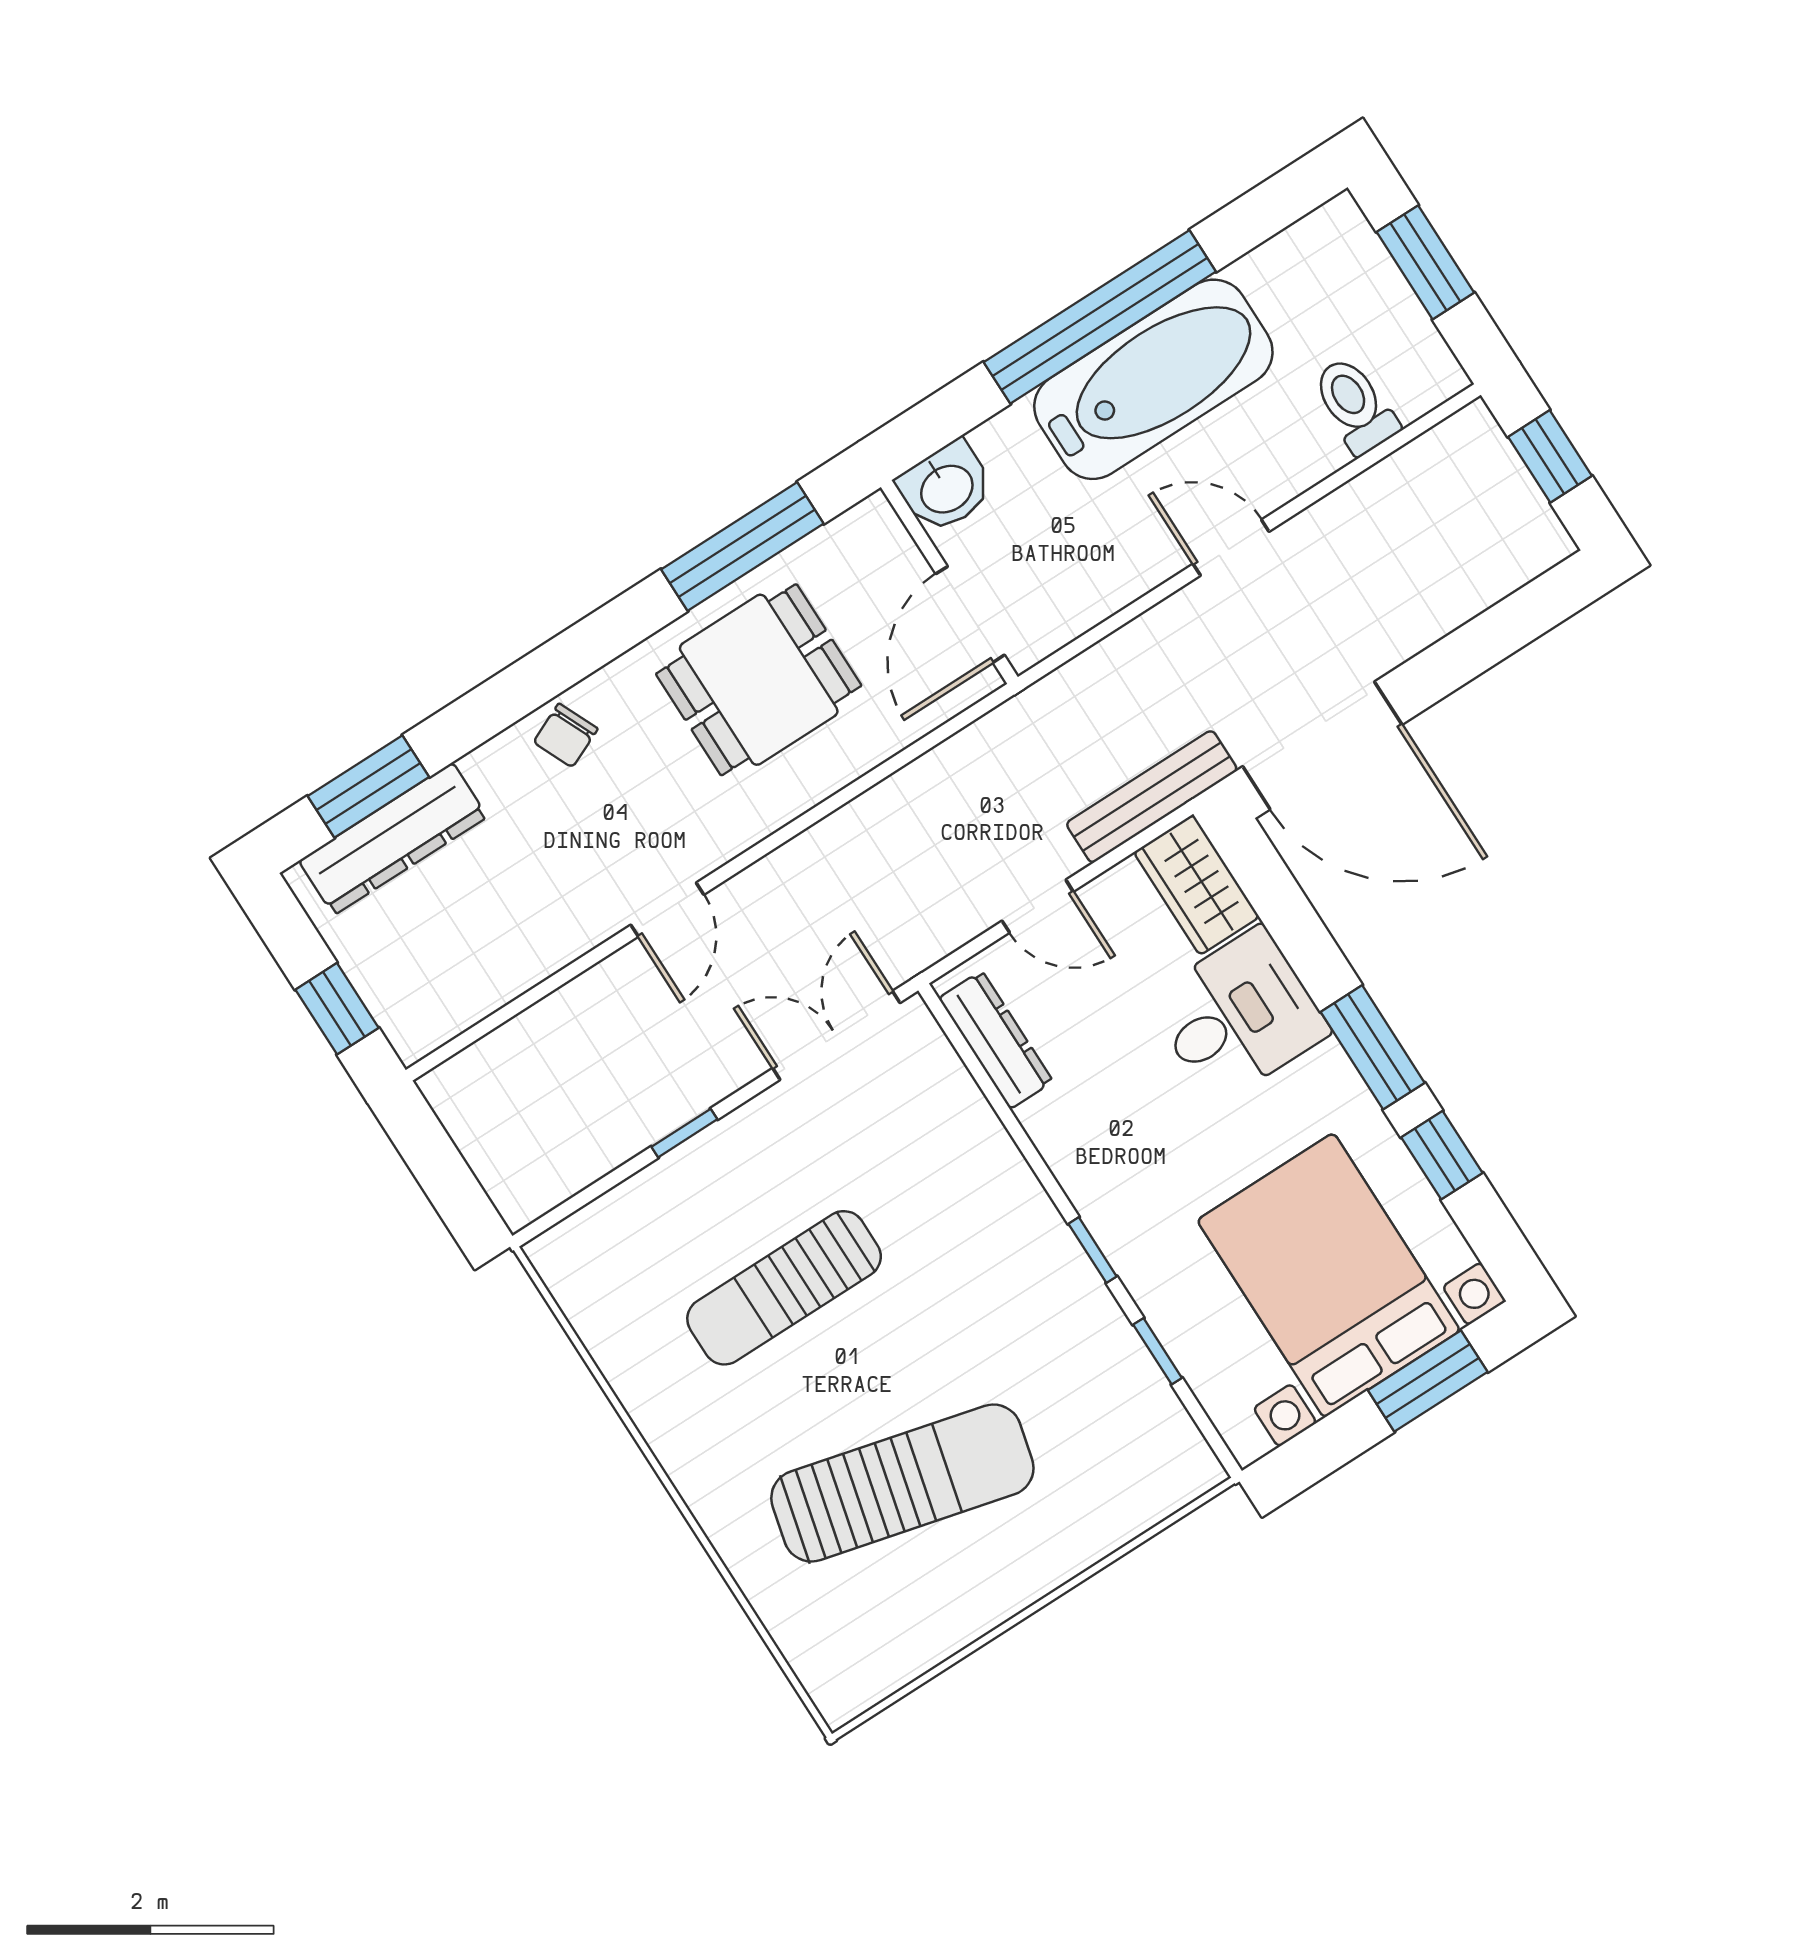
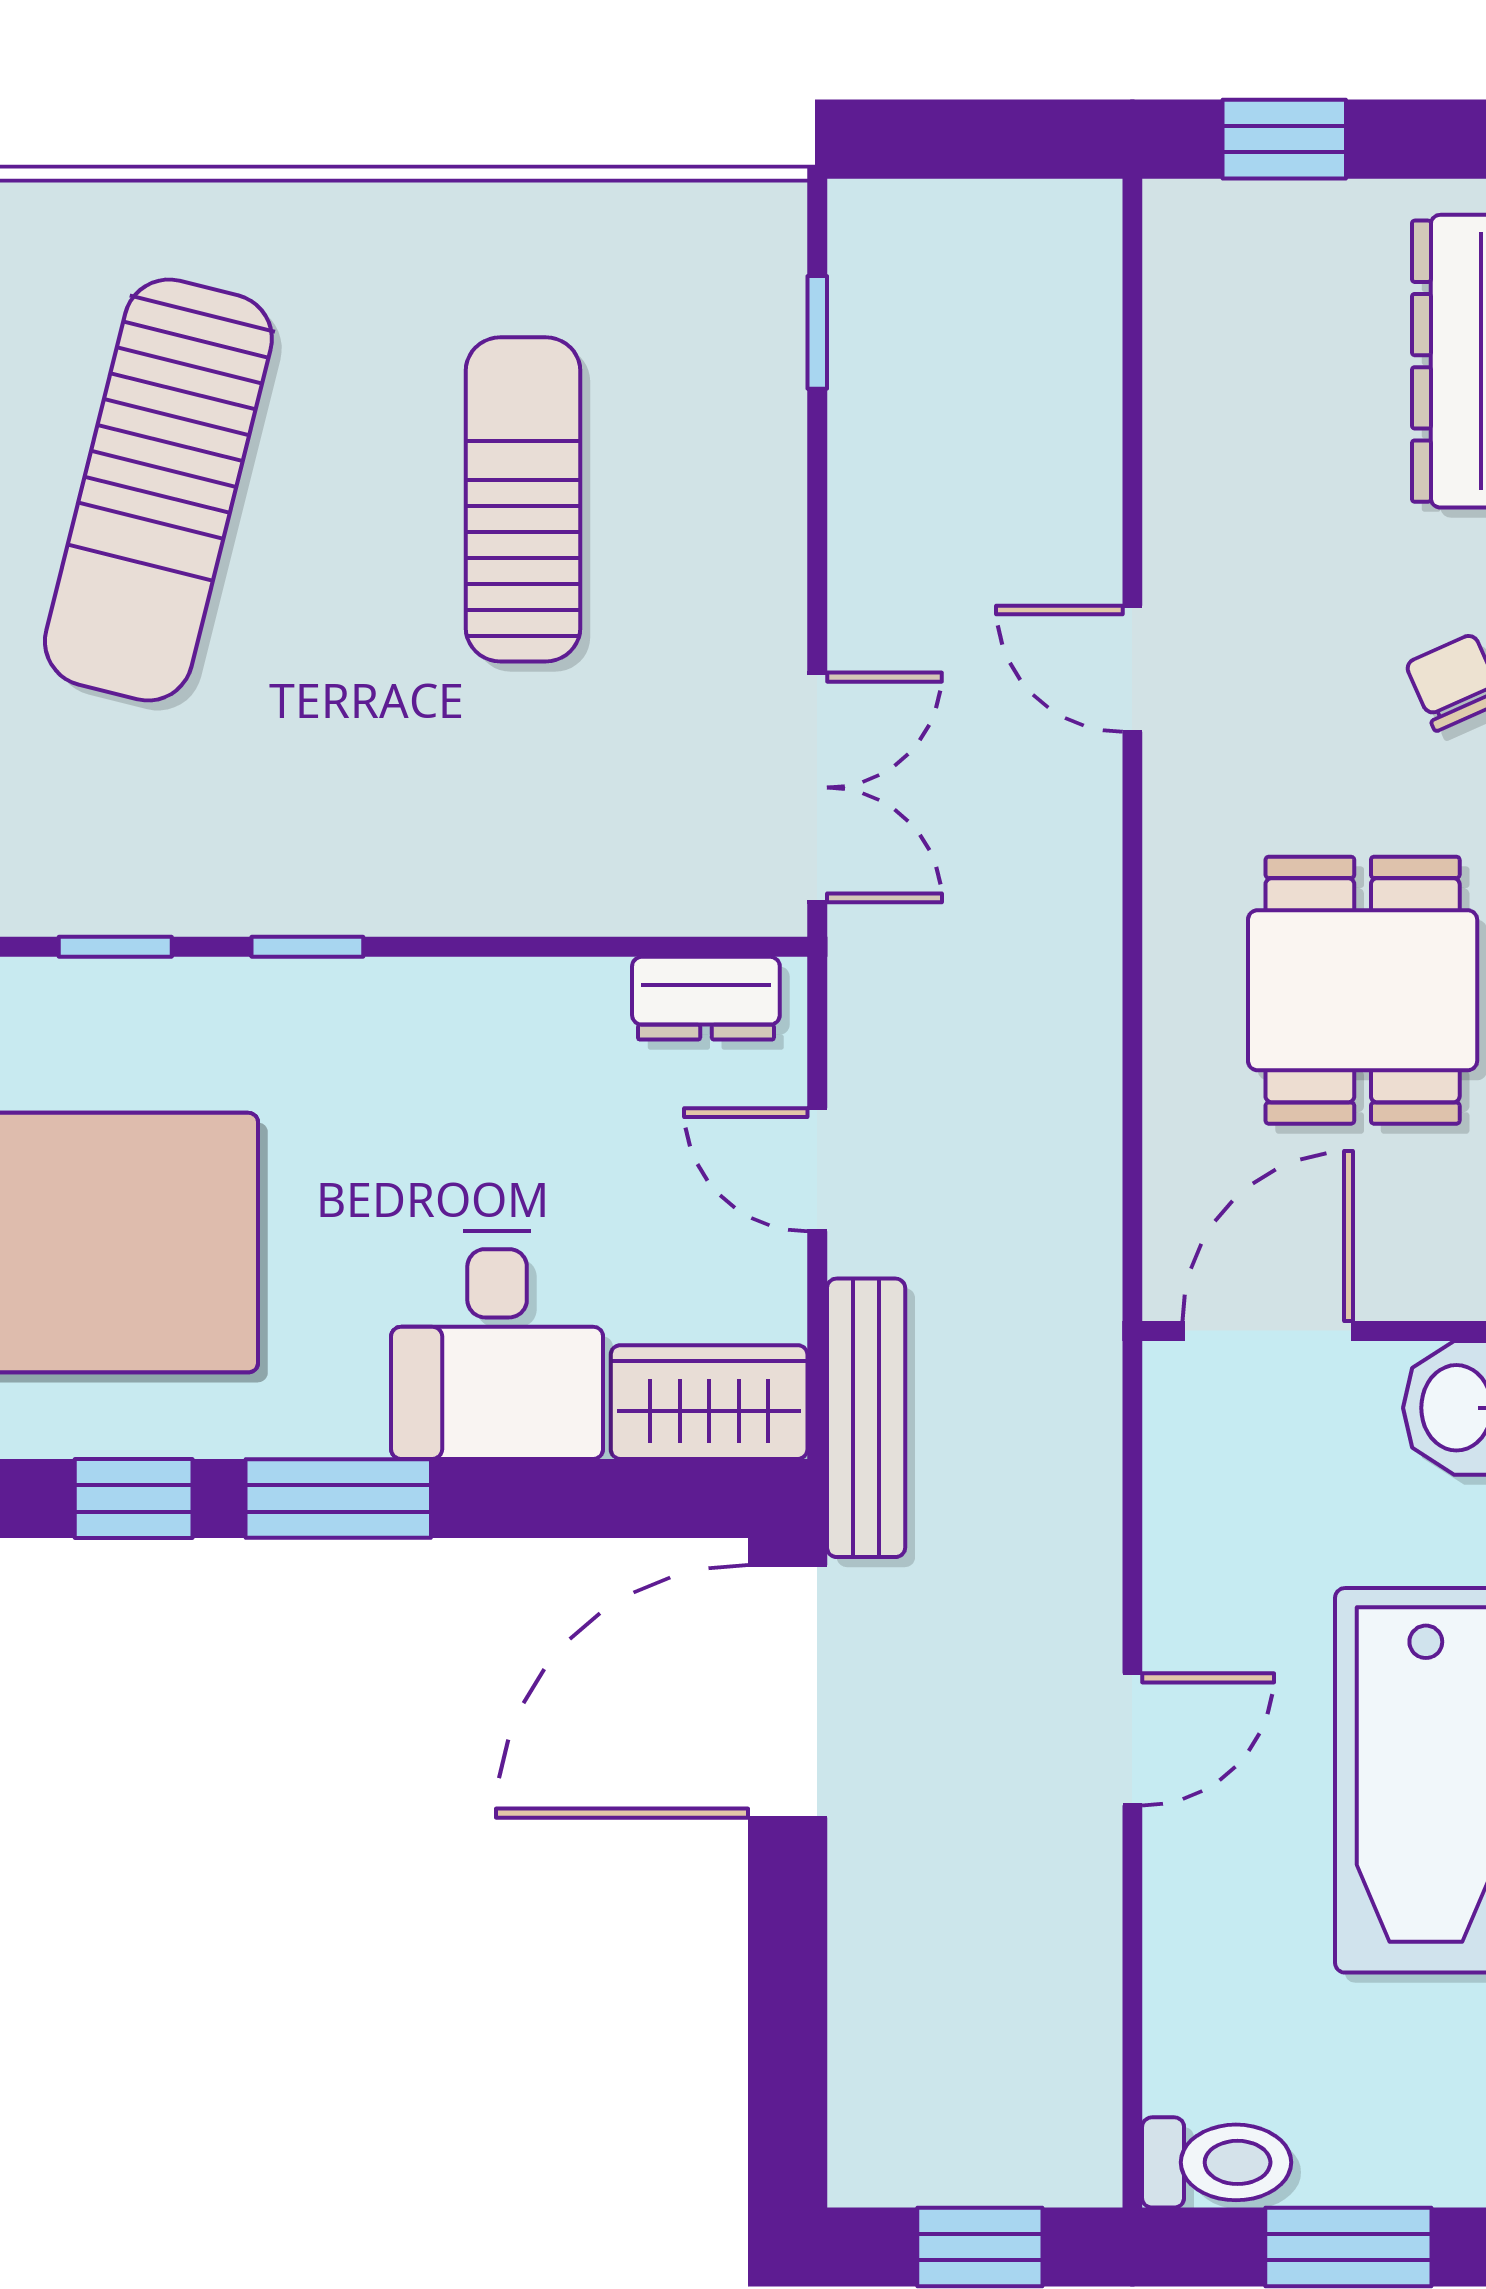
toilet: (1355, 405) -> (1217, 2162), moved
door: (970, 614) -> (1268, 1331), hinge flipped
door: (1038, 906) -> (817, 1170), hinge flipped
dresser: (996, 1040) -> (706, 998), width x0.70
window: (684, 1133) -> (817, 332), moved

